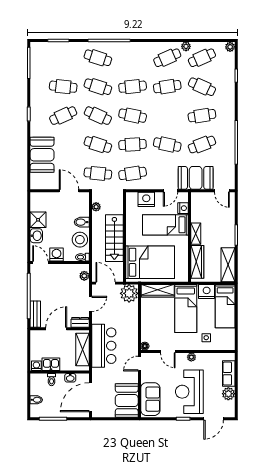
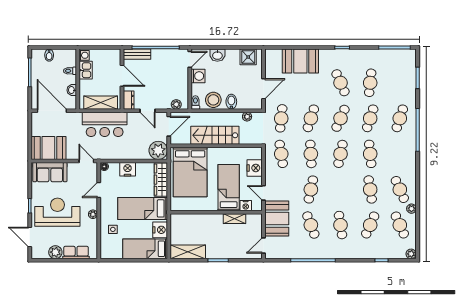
shower: (38, 220) -> (248, 57), moved
shelving: (196, 234) -> (235, 219), moved
wardrobe: (197, 262) -> (191, 220), removed
nightstand: (148, 323) -> (128, 169), added

